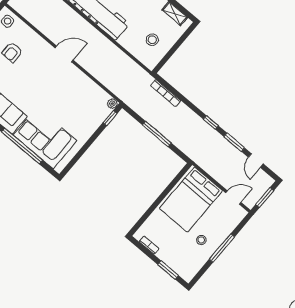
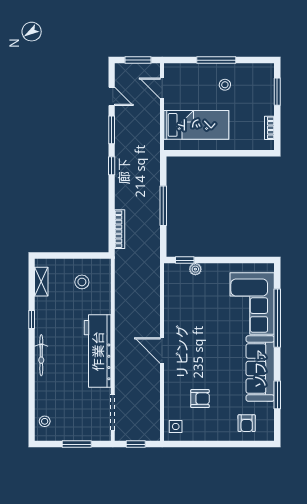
plant: (112, 104) -> (195, 269), moved
door: (256, 161) -> (112, 96), hinge flipped
bed: (191, 200) -> (196, 125), width x0.67

